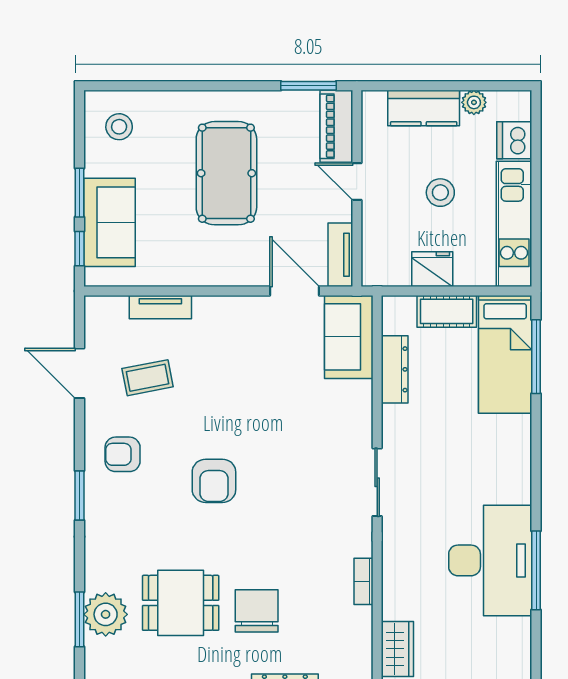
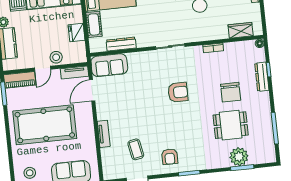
pool table: (226, 173) -> (45, 125), width x1.36, depth x1.32
stool: (440, 193) -> (56, 57), moved
tv unit: (160, 307) -> (104, 134), moved
armchair: (214, 481) -> (178, 92), moved
dining table: (181, 603) -> (231, 125), turned 90
chair: (257, 611) -> (231, 92), turned -90

